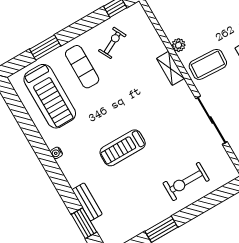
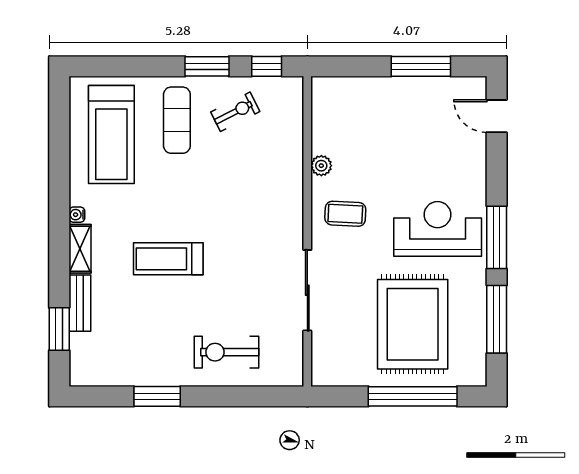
window: (45, 48) -> (207, 66), moved
coffee table: (208, 64) -> (345, 214), width x0.73, depth x0.77
shelving: (170, 68) -> (80, 249), moved

